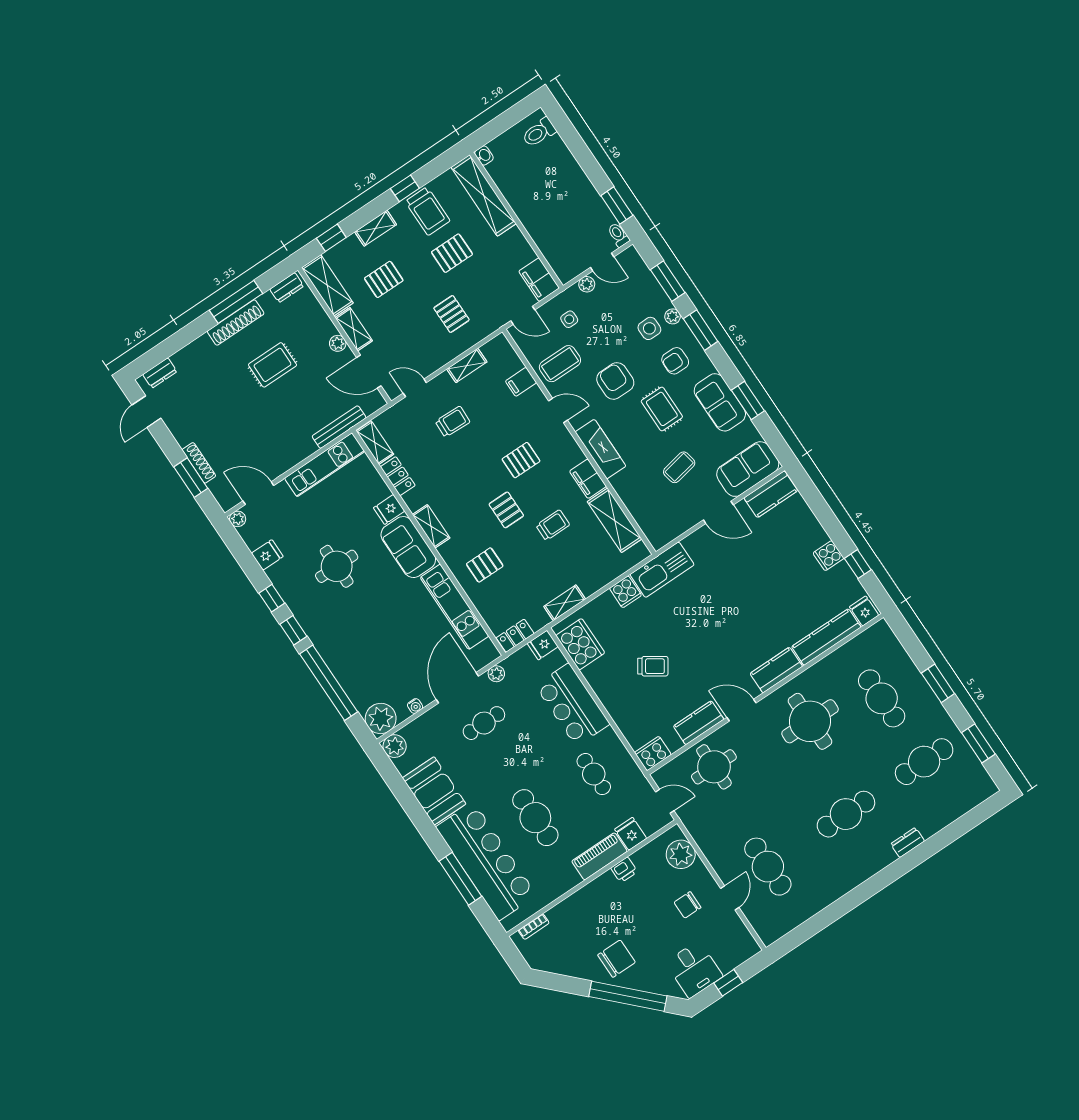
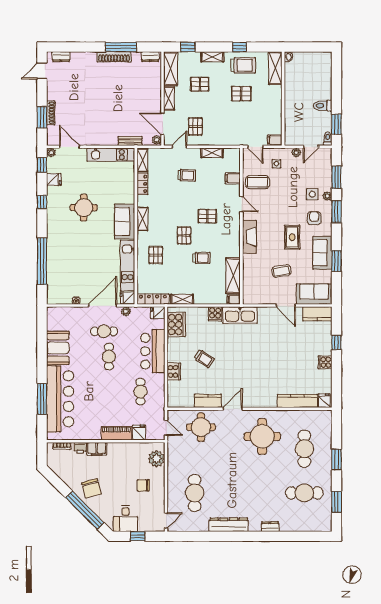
toilet: (539, 132) -> (323, 106), moved
shelving: (484, 195) -> (275, 68), width x0.68
trolley: (428, 211) -> (243, 65), turned -90
door: (602, 262) -> (311, 147), hinge flipped
filing cabinet: (539, 280) -> (275, 140), width x0.50
pallet: (451, 314) -> (195, 126), moved
plant: (338, 343) -> (157, 140), moved
armchair: (675, 361) -> (314, 218), turned 90
rug: (272, 365) -> (118, 89), removed
armchair: (615, 381) -> (279, 209), removed
door: (415, 388) -> (179, 147), hinge flipped
bench: (339, 427) -> (130, 141), width x0.73
filing cabinet: (588, 479) -> (234, 299), moved, width x0.50
fridge: (389, 509) -> (128, 298), moved
window: (858, 564) -> (336, 343), moved
pallet: (485, 565) -> (156, 255), turned 90
window: (293, 630) -> (42, 165), moved
locker: (515, 636) -> (153, 299), width x1.53
kitchen counter: (776, 670) -> (263, 401), removed
door: (741, 710) -> (233, 409), hinge flipped
plant: (381, 718) -> (55, 295), removed
plant: (395, 746) -> (53, 313), removed
cooker: (653, 754) -> (174, 371), moved, turned 90
cafe table: (846, 814) -> (249, 493), removed
cafe table: (535, 818) -> (109, 357), moved, width x0.73, depth x0.74
printer: (624, 870) -> (80, 448), moved
dresser: (847, 879) -> (229, 525), added
filing cabinet: (586, 897) -> (97, 449), added
door: (730, 898) -> (166, 520), moved
chair: (617, 959) -> (92, 488), turned 75

